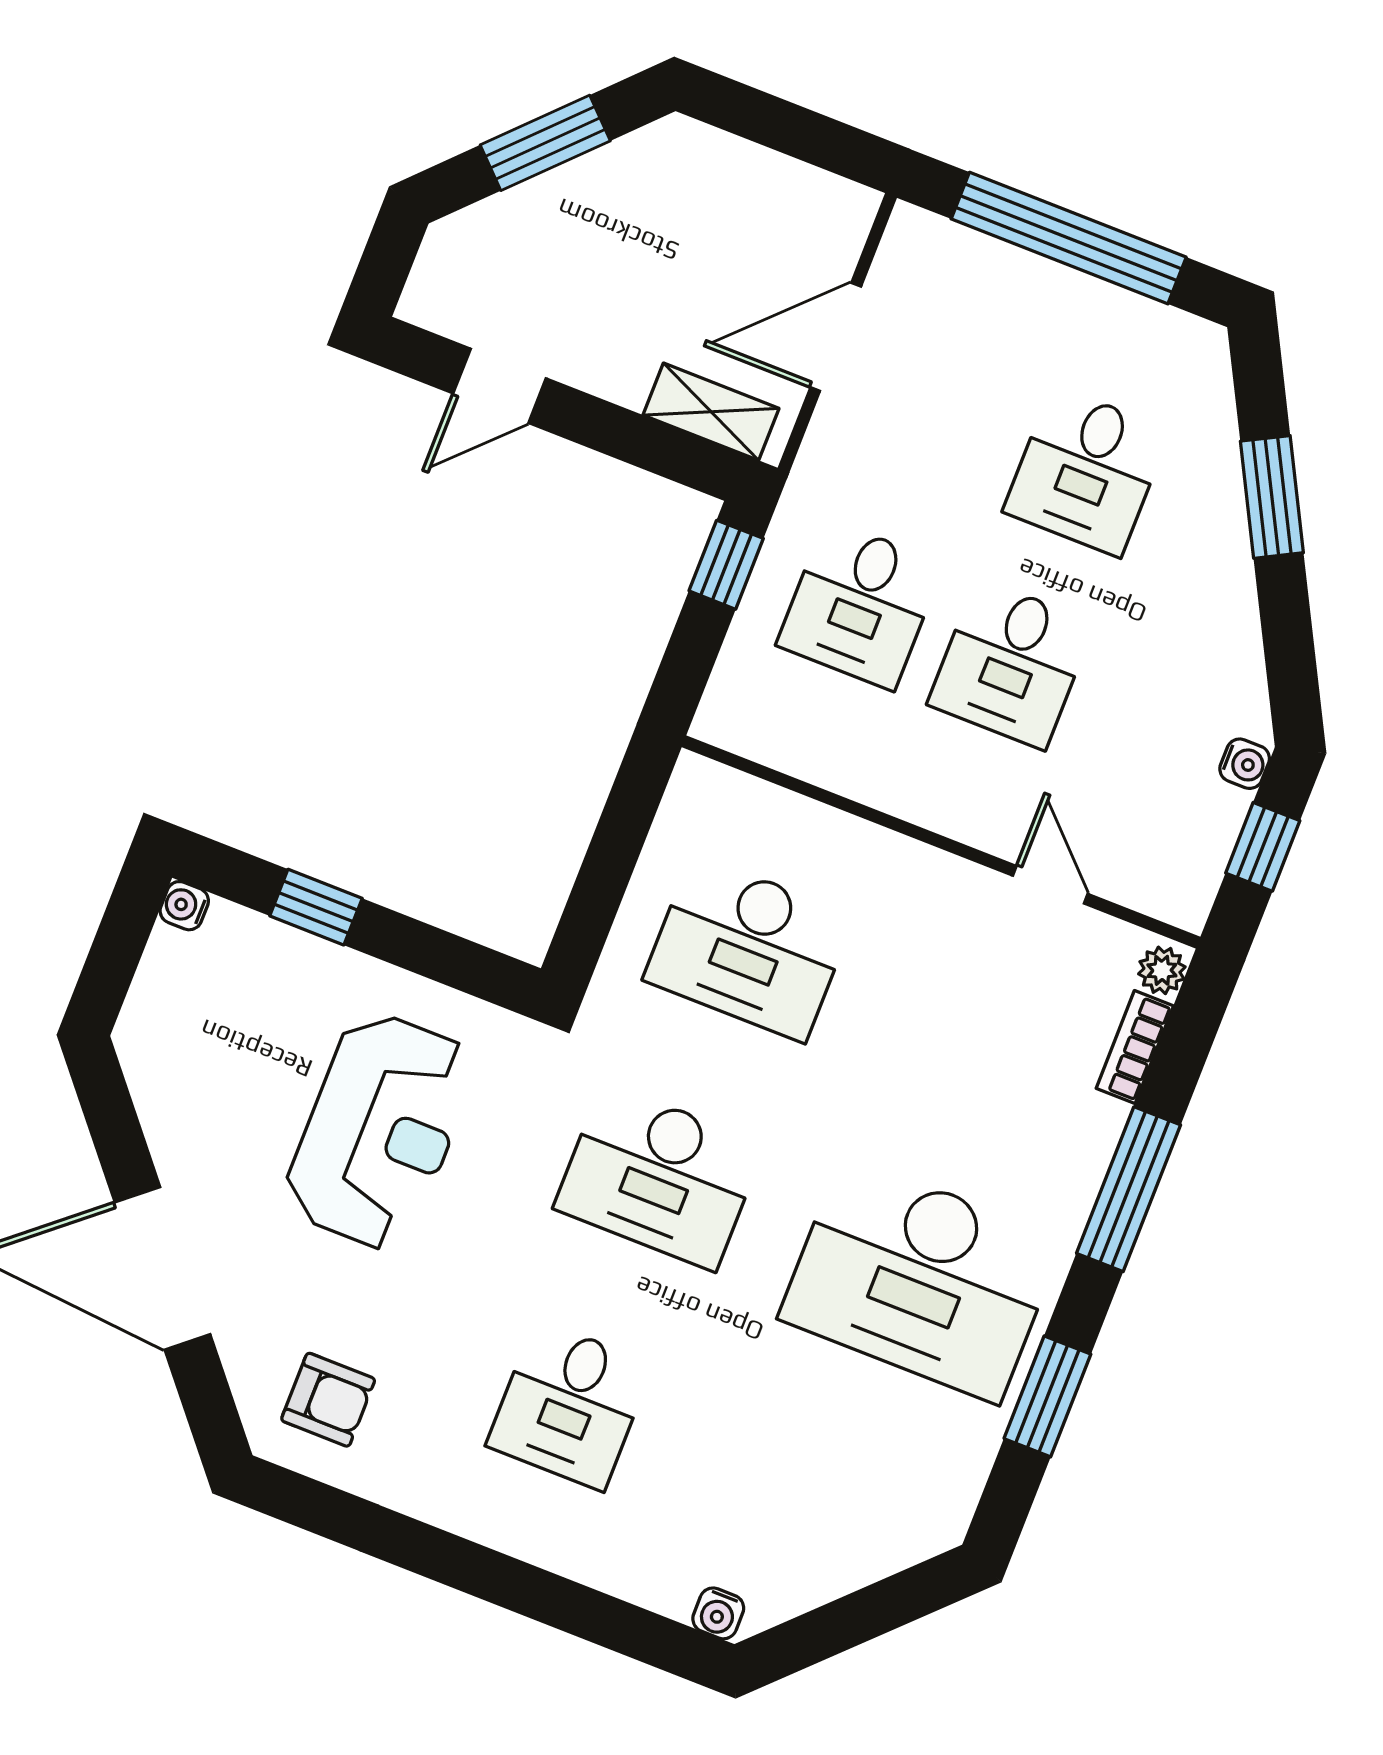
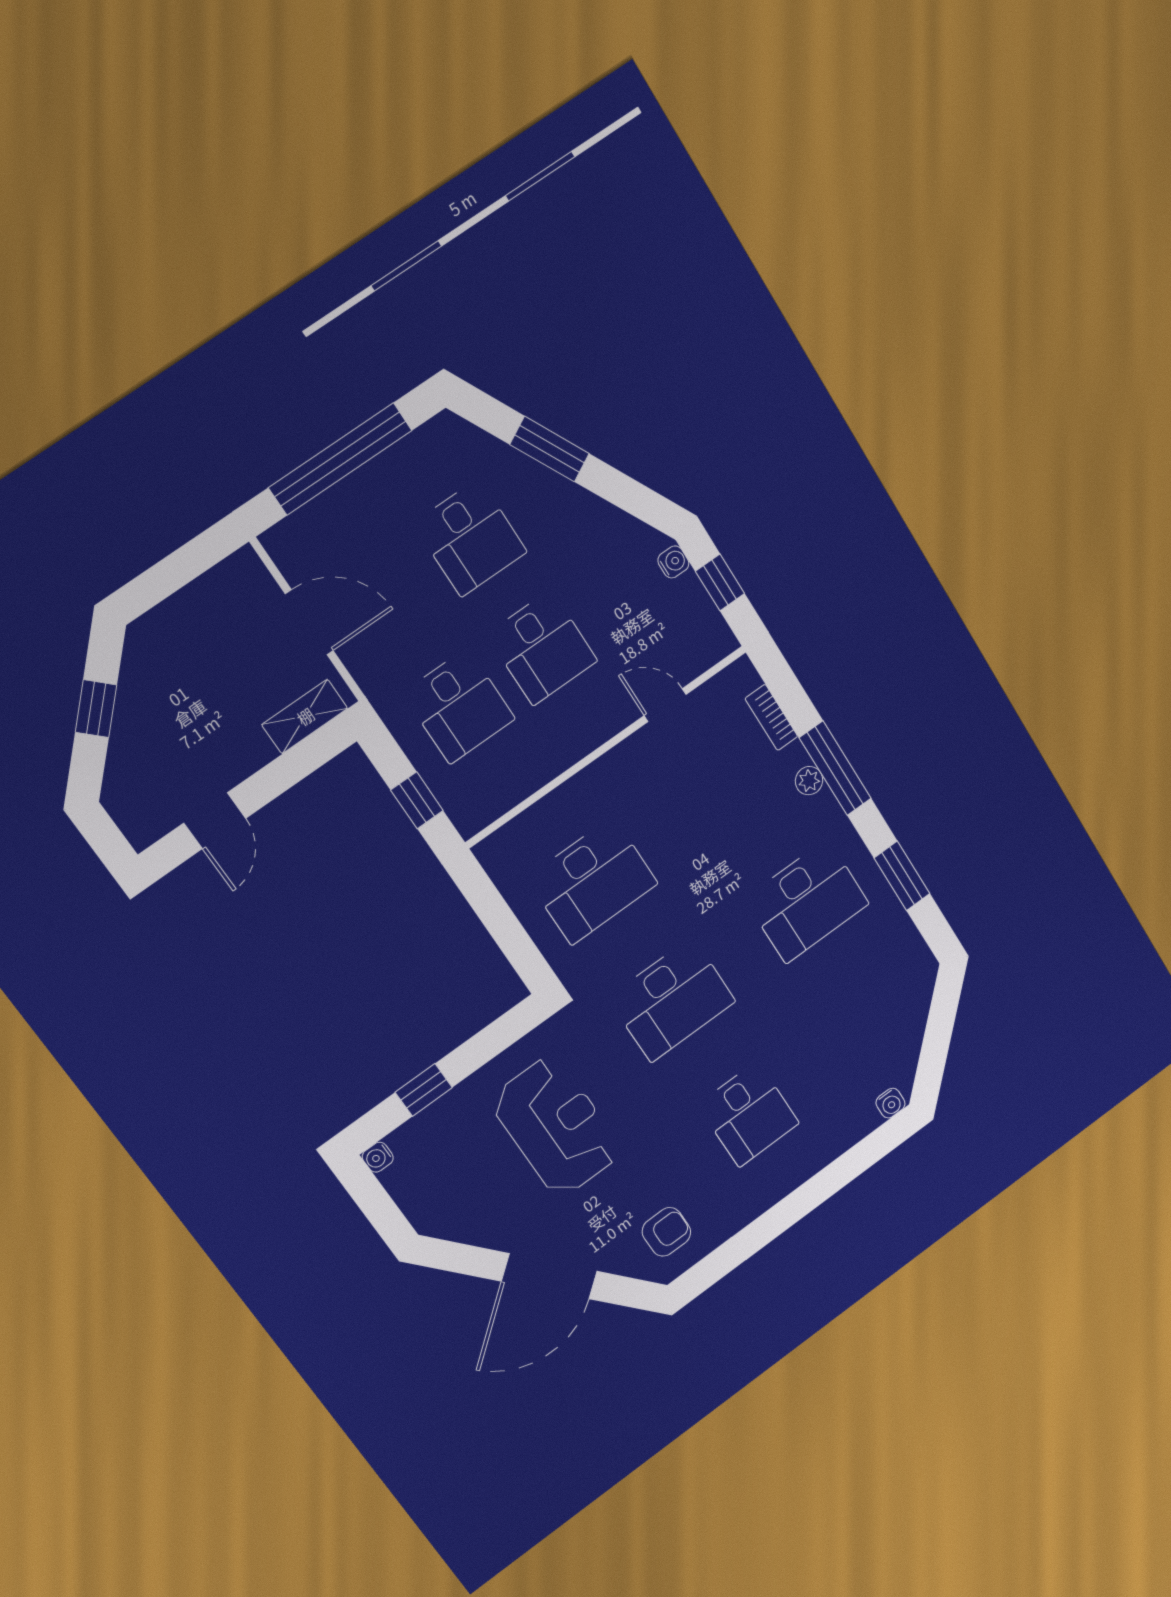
window: (545, 143) -> (96, 709), width x0.67
door: (836, 337) -> (309, 622), swing flipped
window: (726, 565) -> (417, 800), moved
plant: (1162, 970) -> (809, 781), moved
desk: (921, 1279) -> (807, 901), width x0.73, depth x0.77

